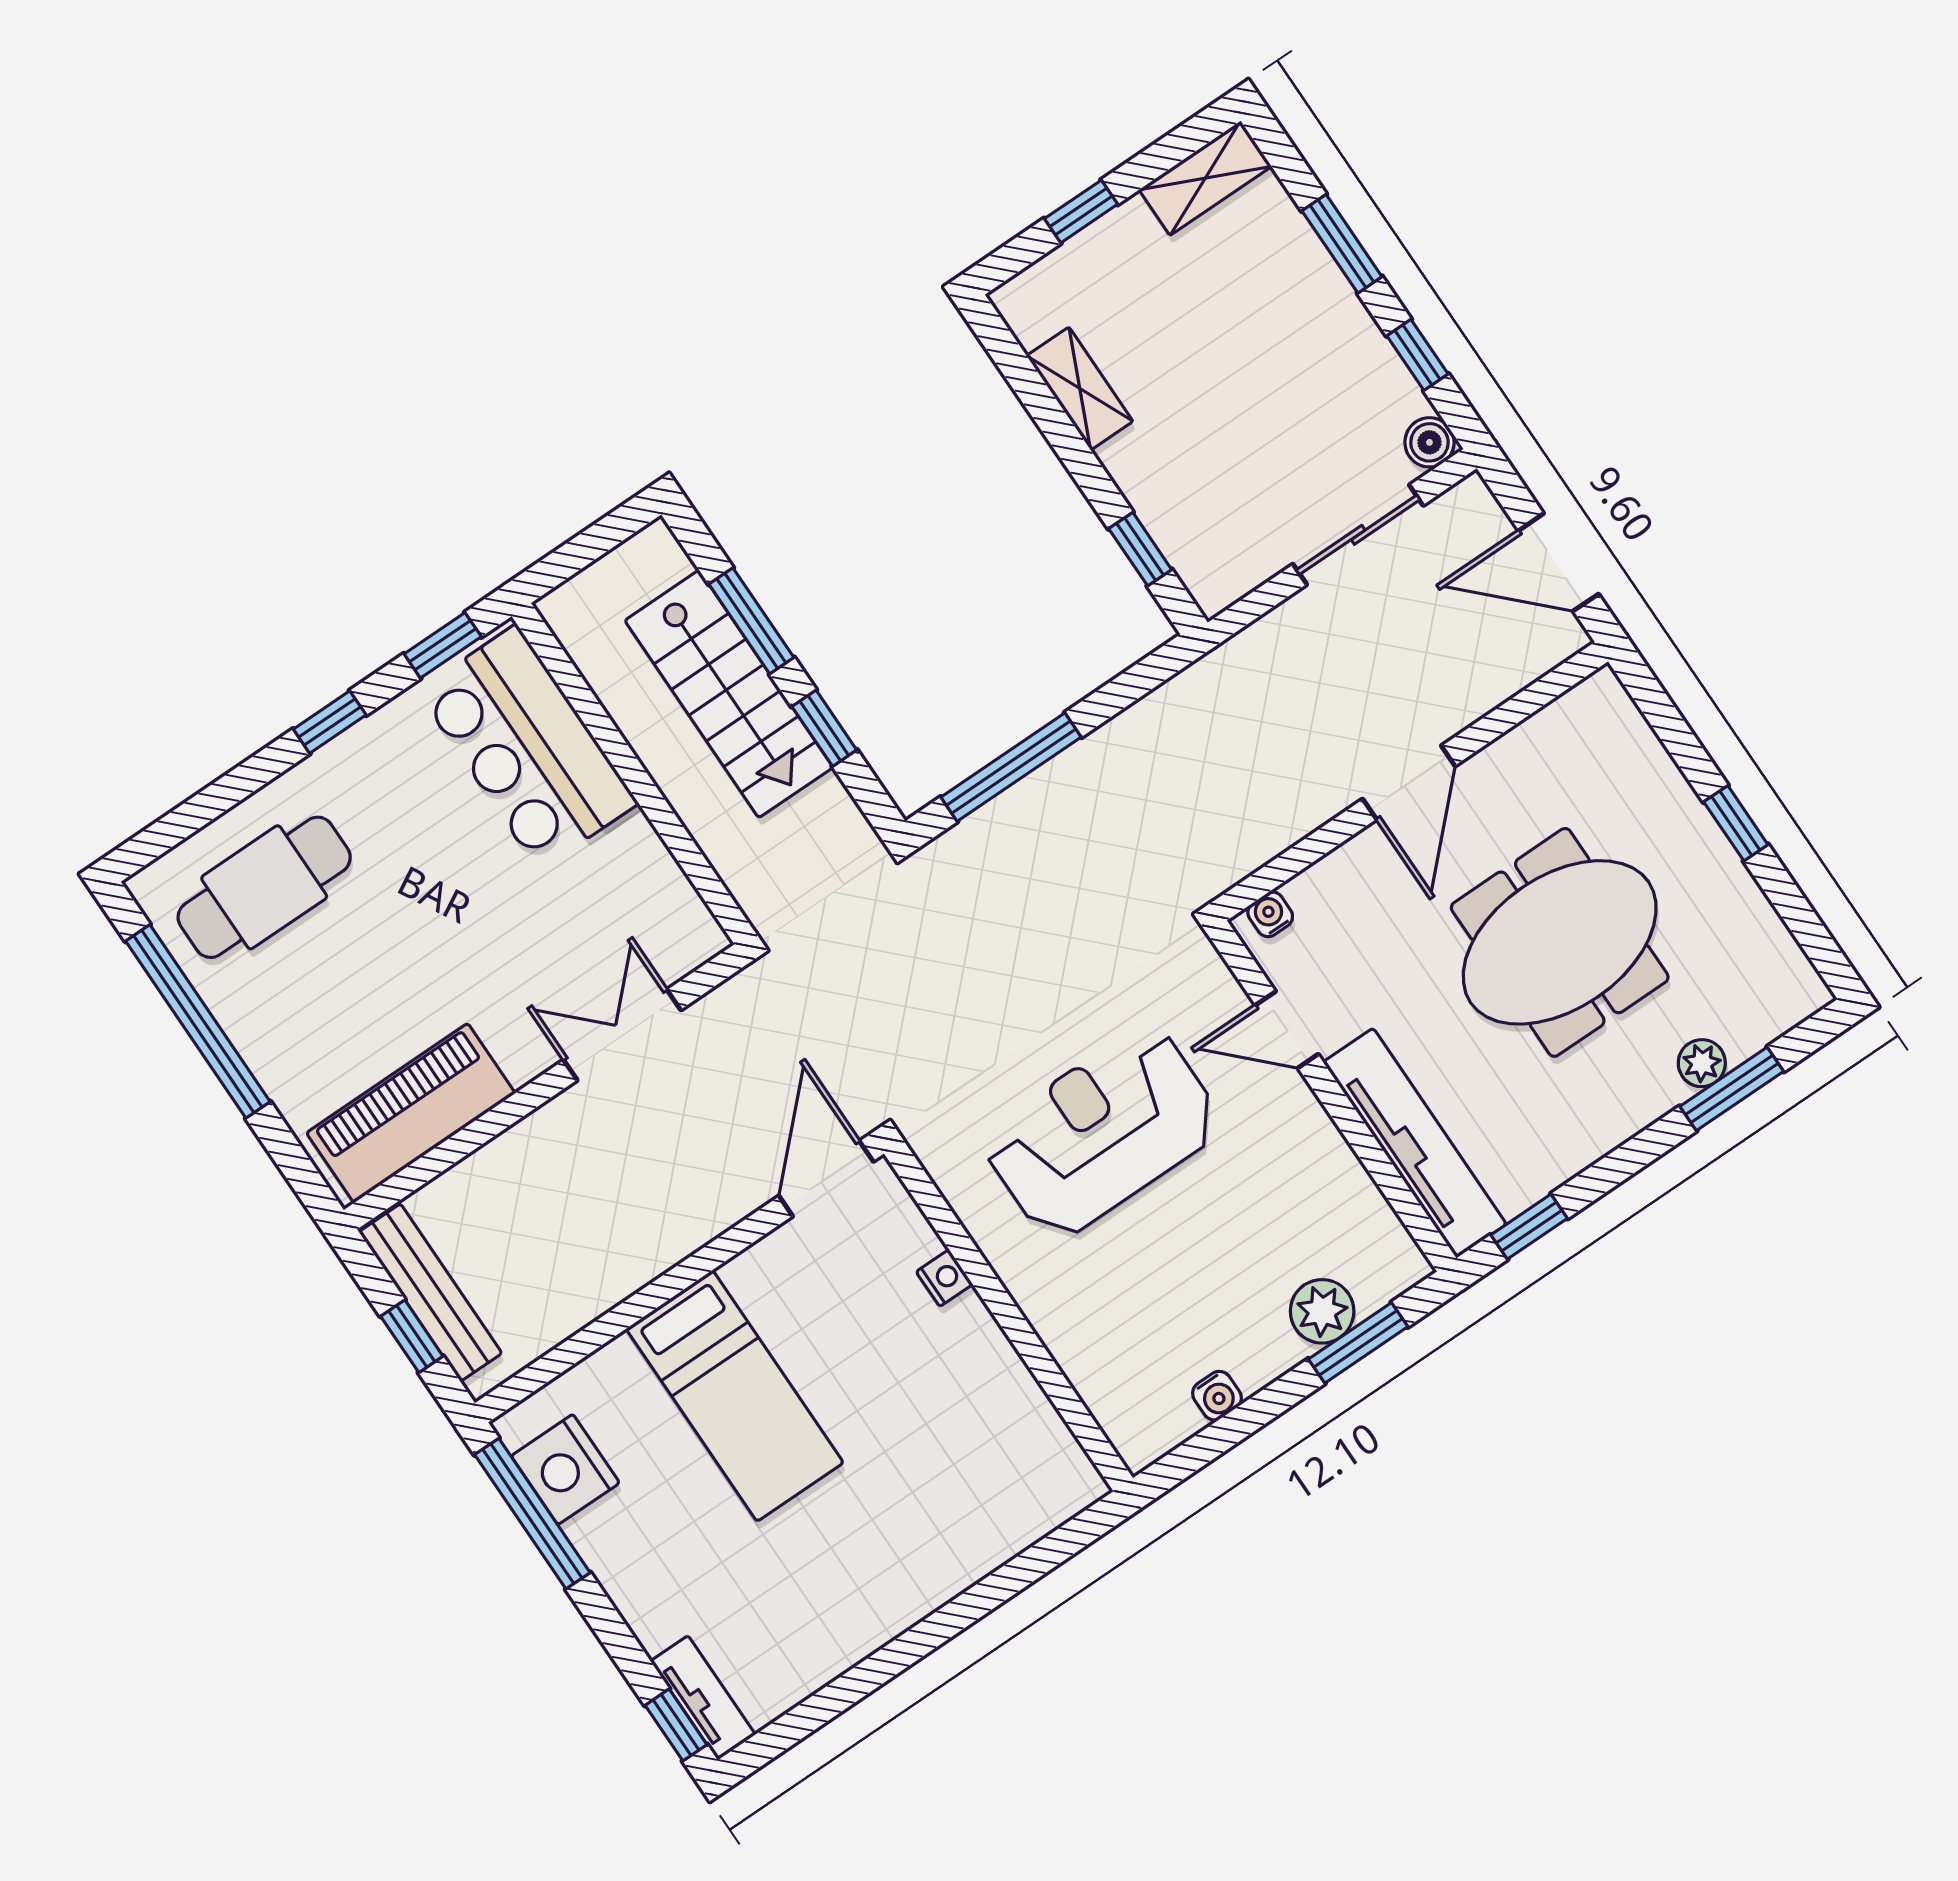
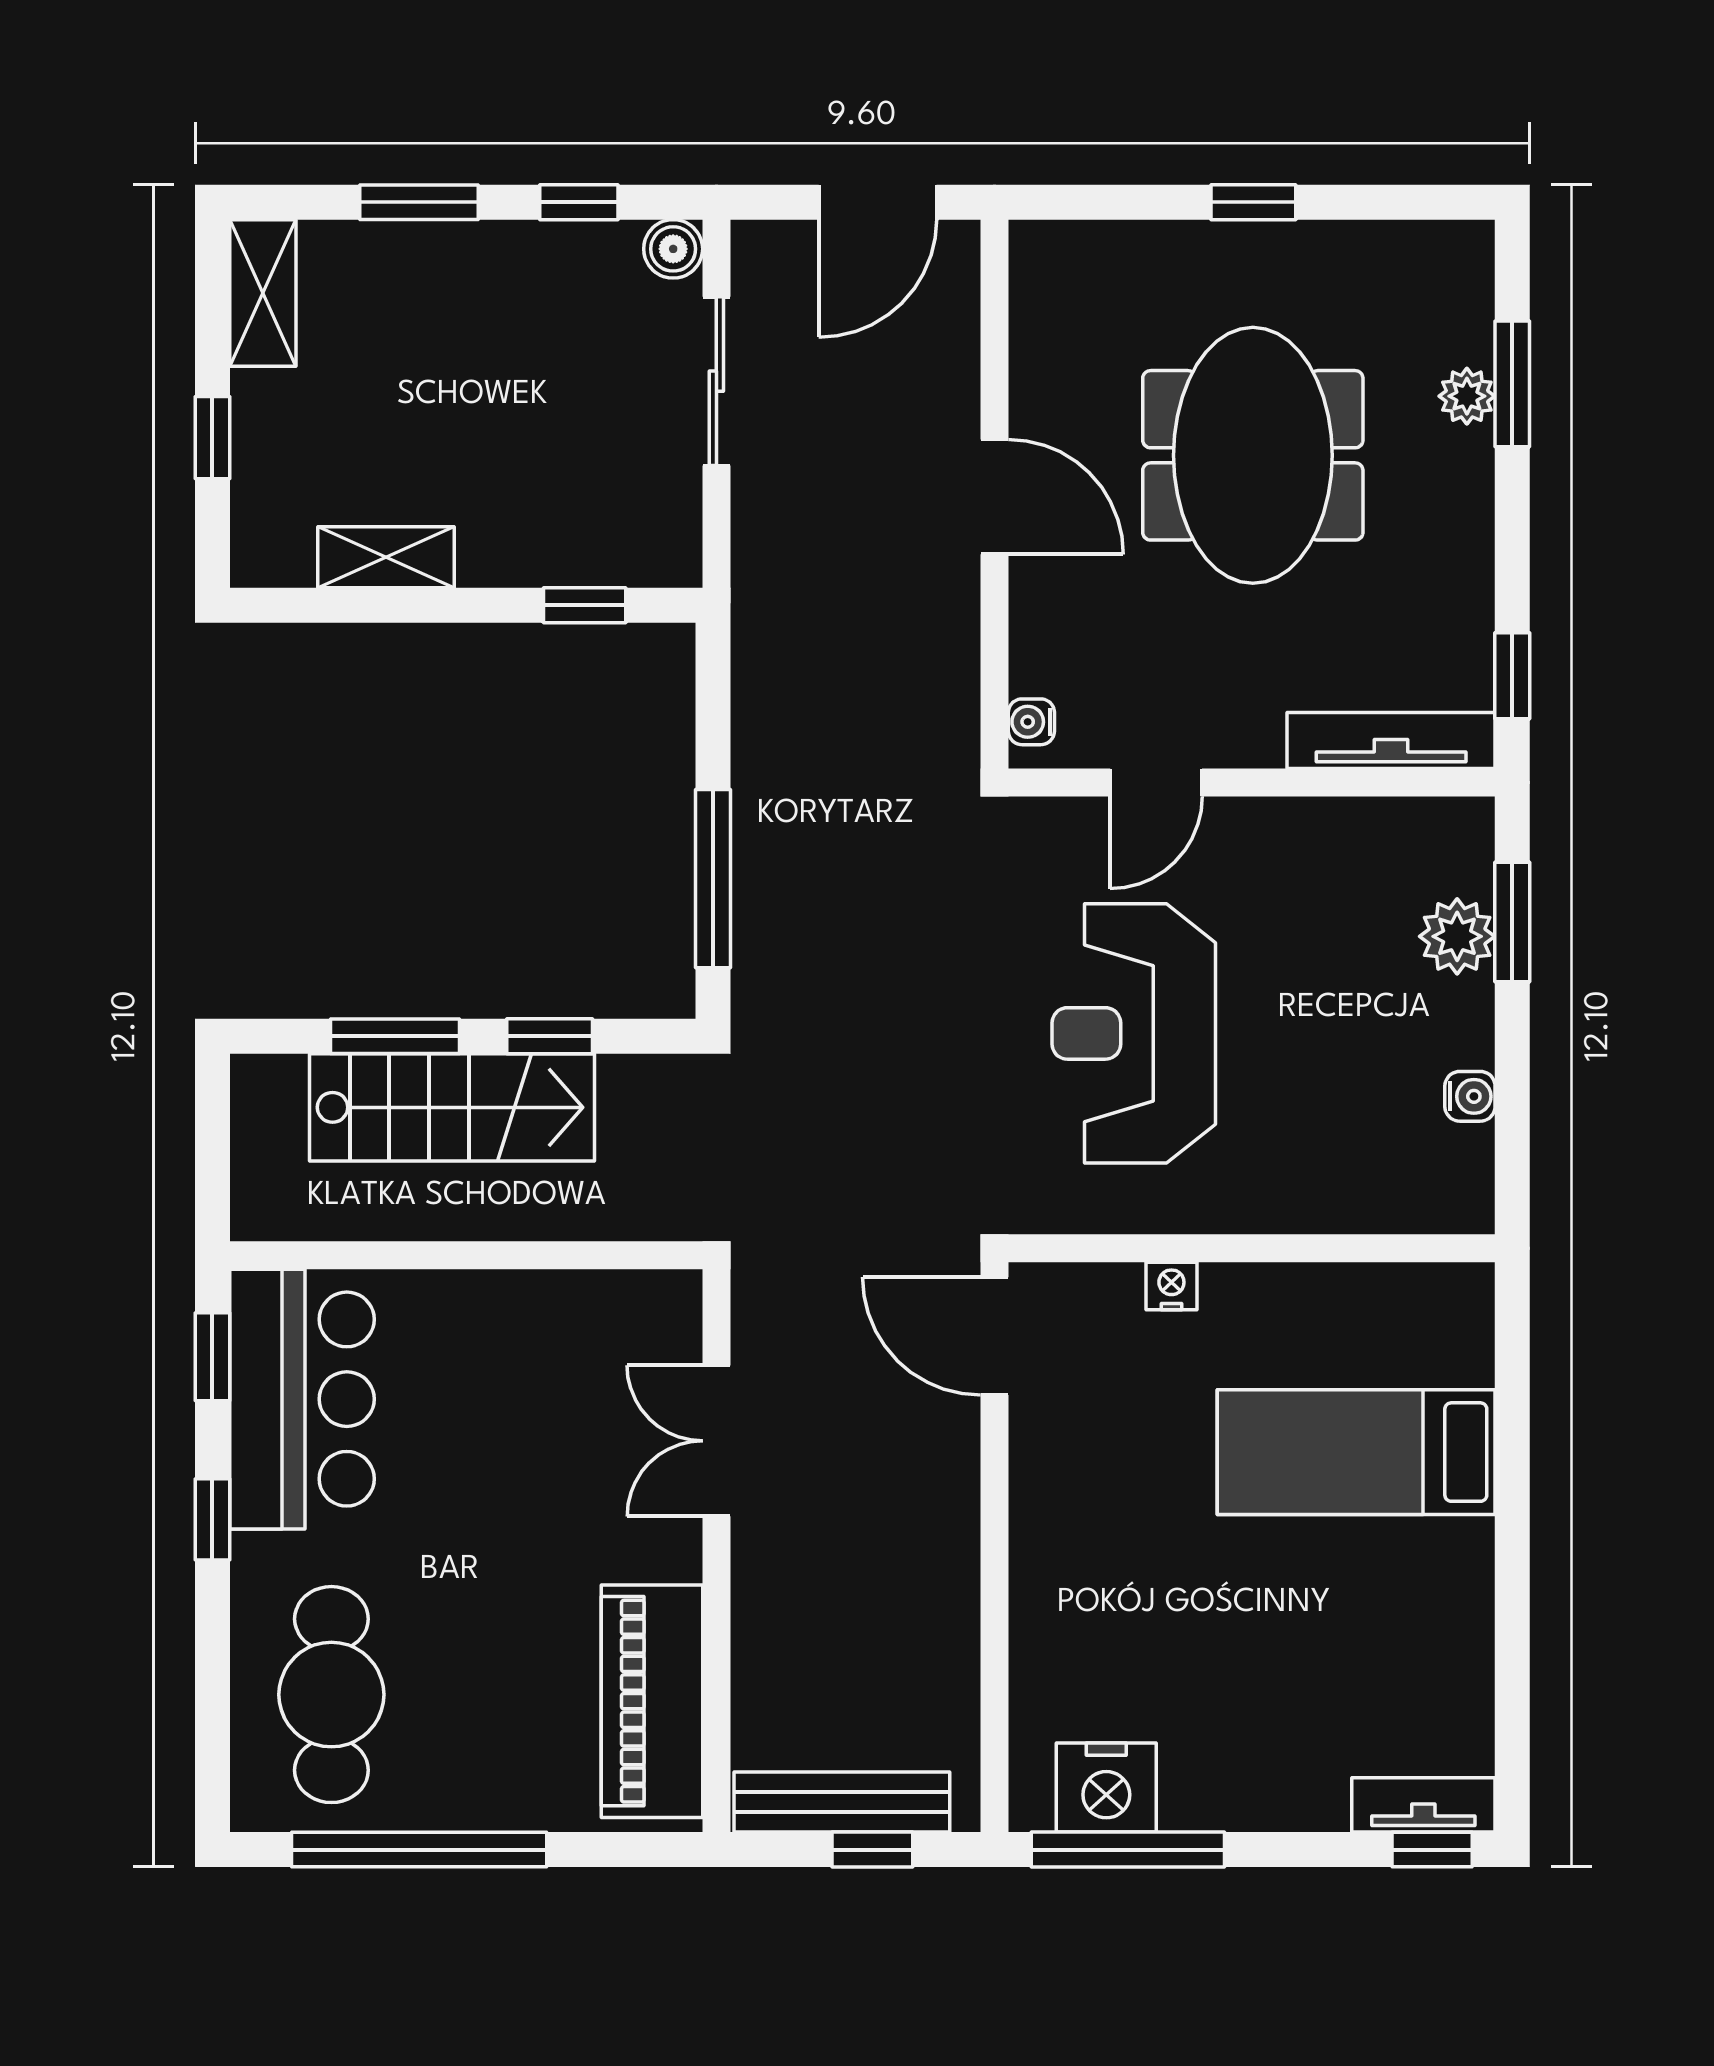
bar counter: (528, 747) -> (302, 1399), moved, turned -90
tv unit: (1415, 1143) -> (1391, 741), width x0.73, depth x0.78
bed: (735, 1396) -> (1356, 1452), moved, turned 180

